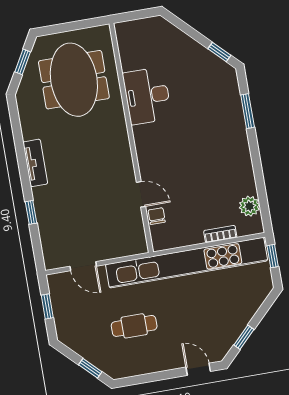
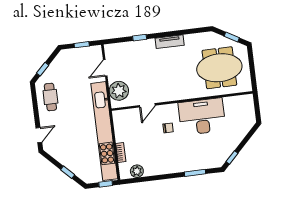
desk: (147, 96) -> (202, 117), width x1.36, depth x1.30
chair: (157, 216) -> (168, 128), moved
plant: (120, 242) -> (119, 91), added
cafe table: (134, 326) -> (50, 97), moved
window: (244, 337) -> (68, 172), moved

